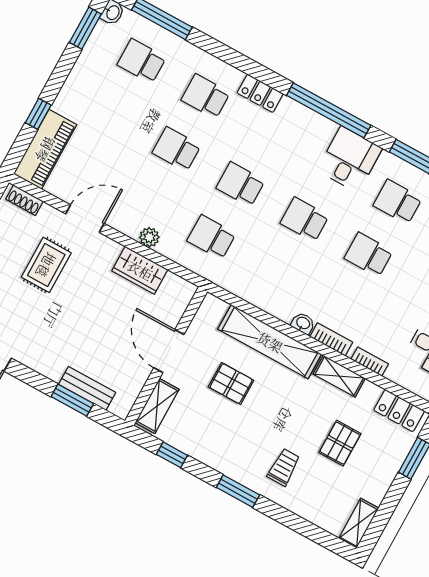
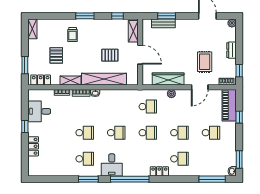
school desk: (142, 61) -> (211, 133), moved
wardrobe: (140, 270) -> (168, 79), width x1.50

